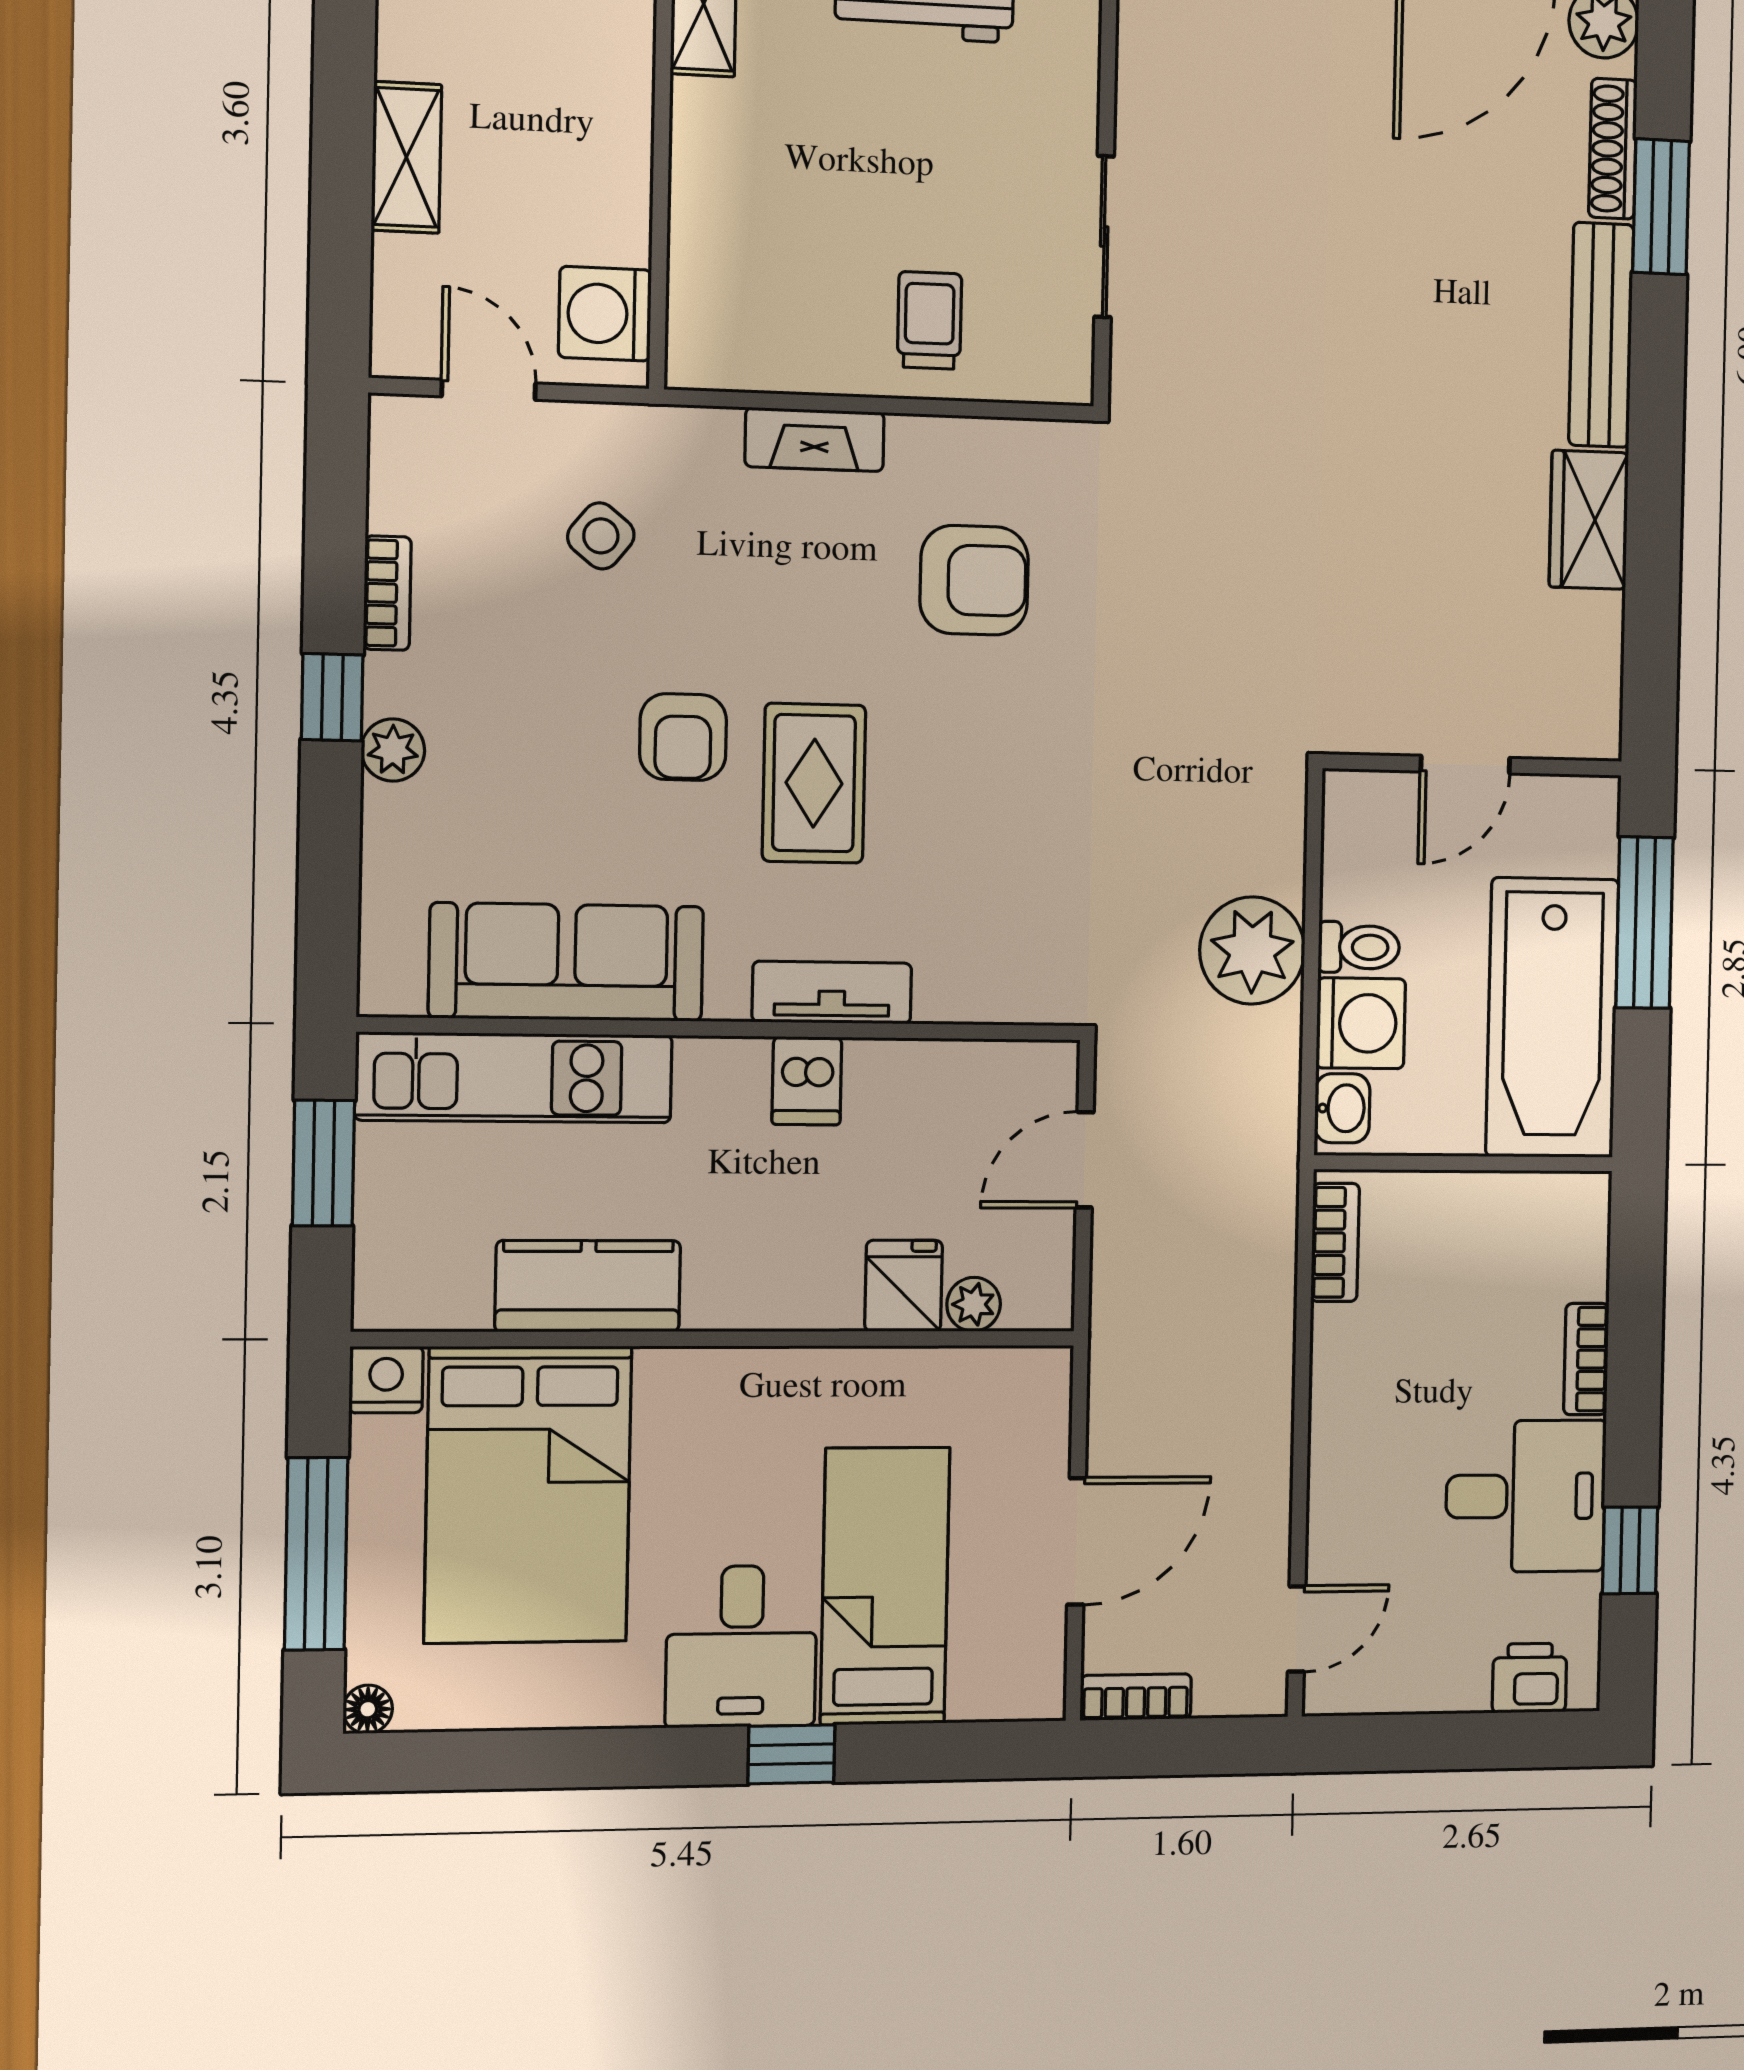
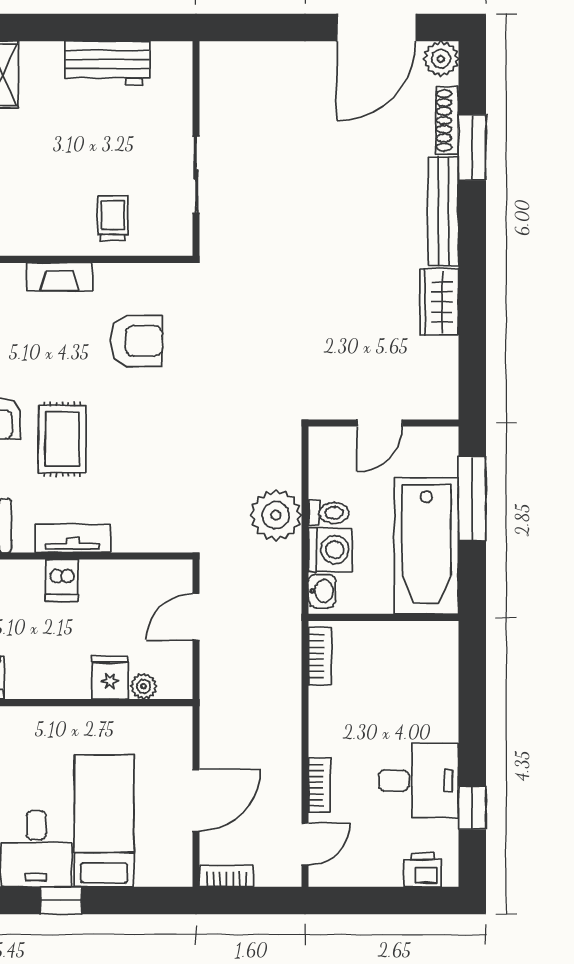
bookcase: (1586, 1359) -> (319, 785), moved, turned 180

